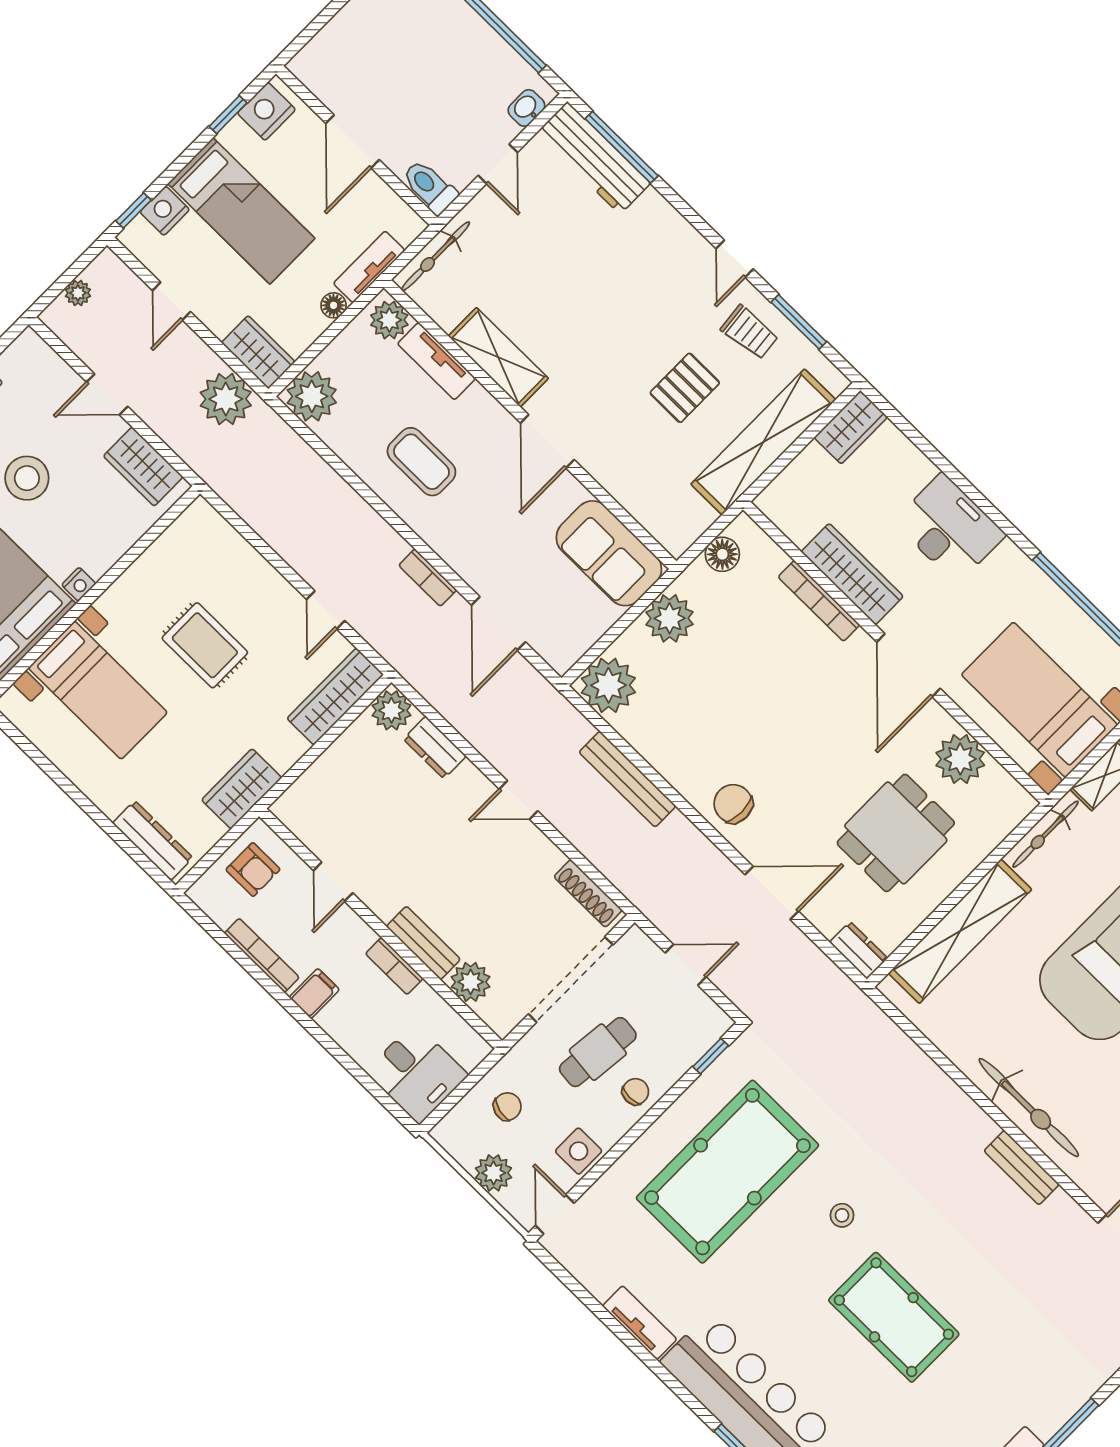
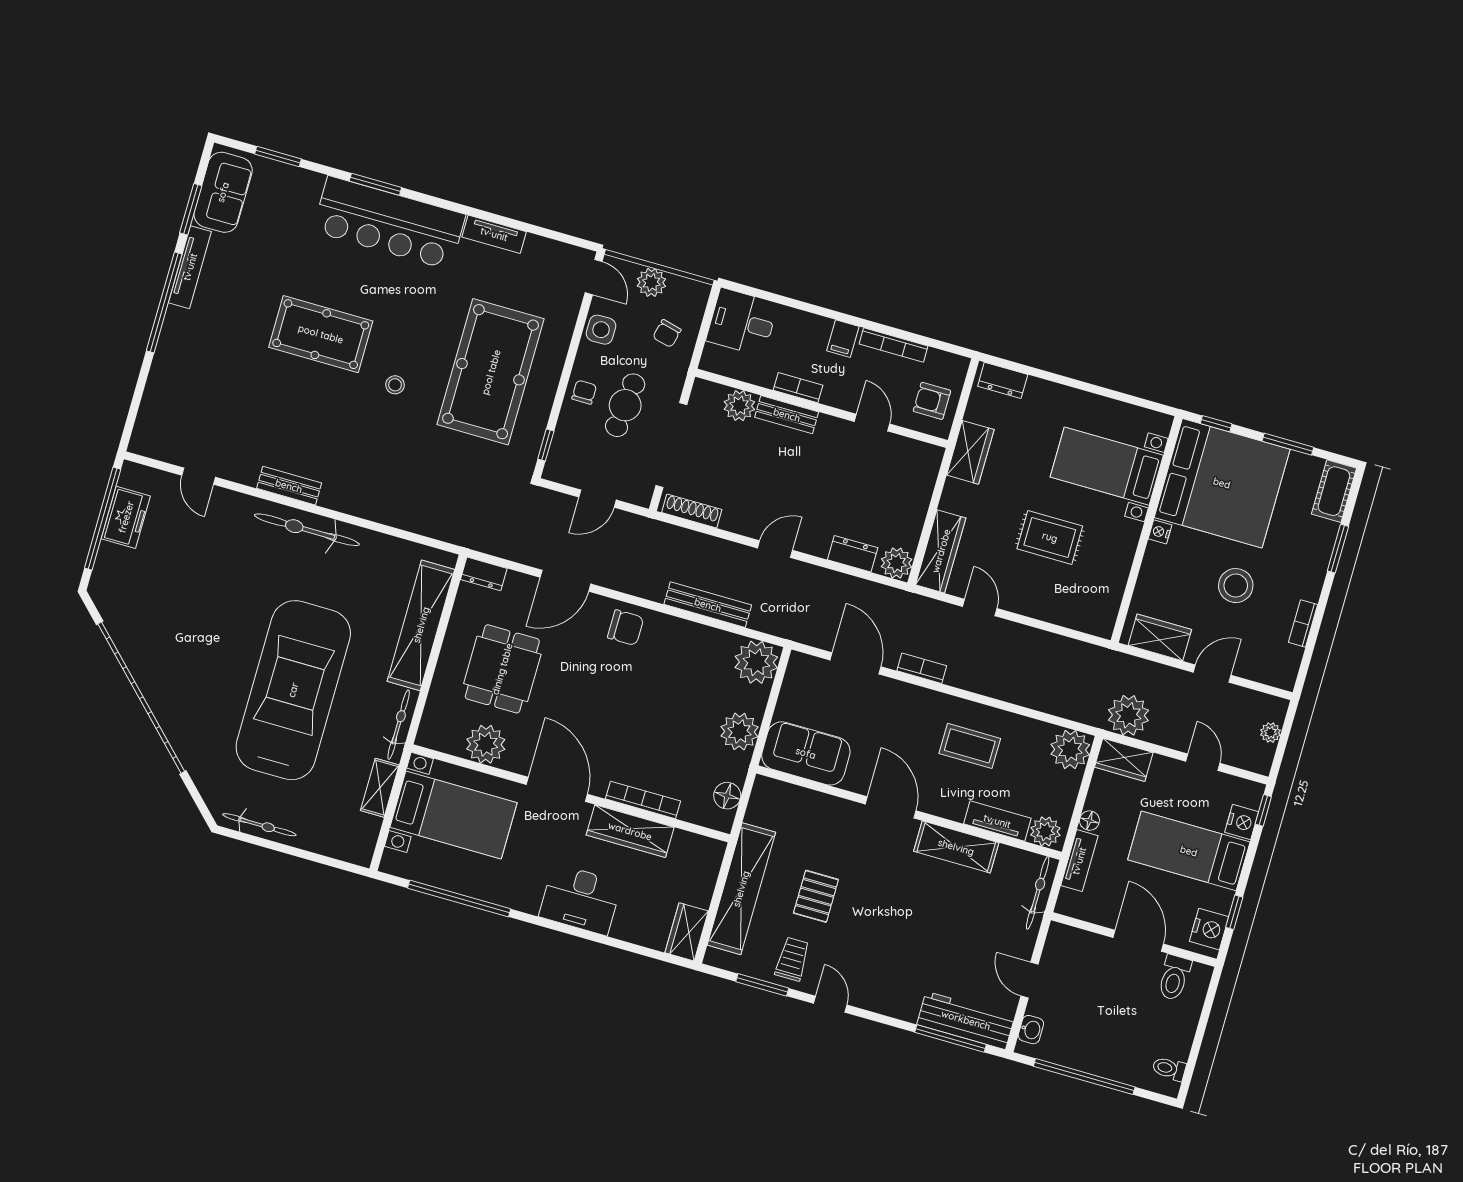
toilet: (430, 187) -> (1174, 978), moved, turned 90
trolley: (750, 332) -> (792, 959), turned 96
dresser: (153, 840) -> (1003, 380), width x0.70
chair: (636, 1092) -> (584, 392), turned 180

